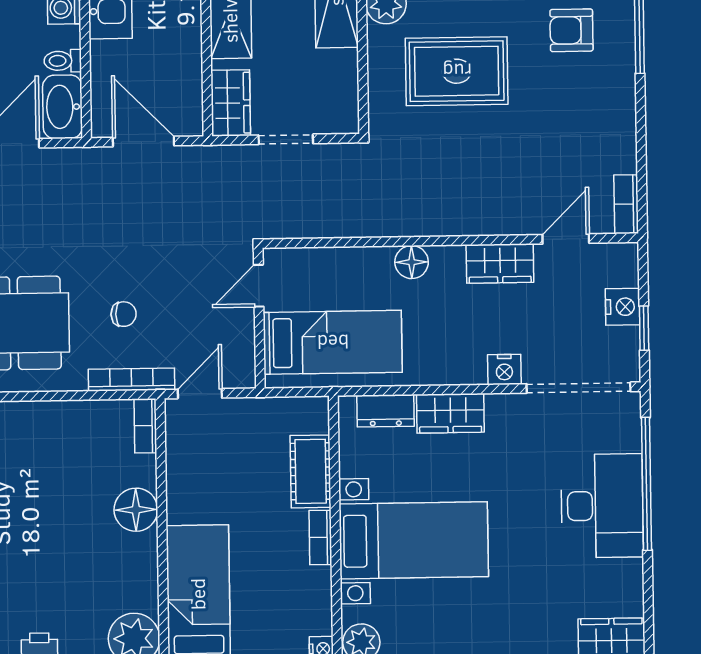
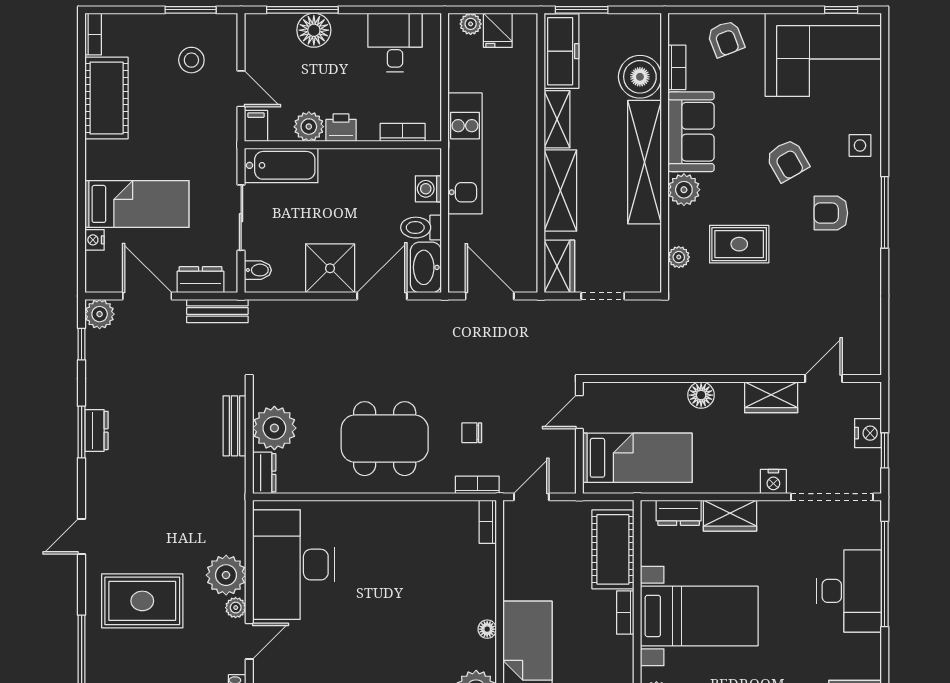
toilet: (63, 61) -> (421, 228), width x1.37, depth x1.39
rug: (457, 71) -> (739, 244), width x0.73, depth x0.70
plant: (381, 89) -> (679, 257), added
bookcase: (626, 204) -> (872, 352), removed
chair: (124, 314) -> (472, 433), turned 180
bookcase: (132, 380) -> (477, 485), width x0.64
cot: (311, 471) -> (613, 549), width x1.37, depth x1.34
floor lamp: (136, 510) -> (487, 629), moved, width x0.53, depth x0.53

